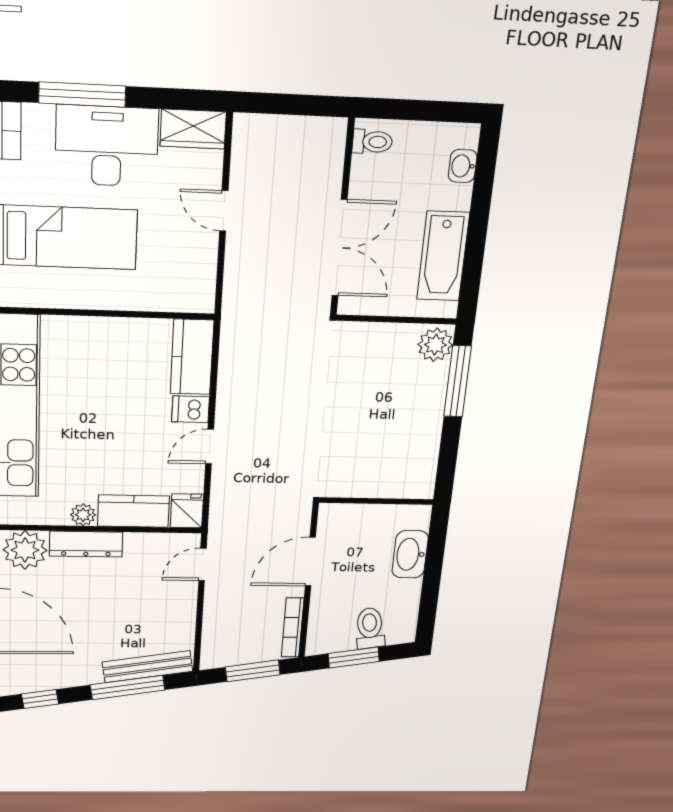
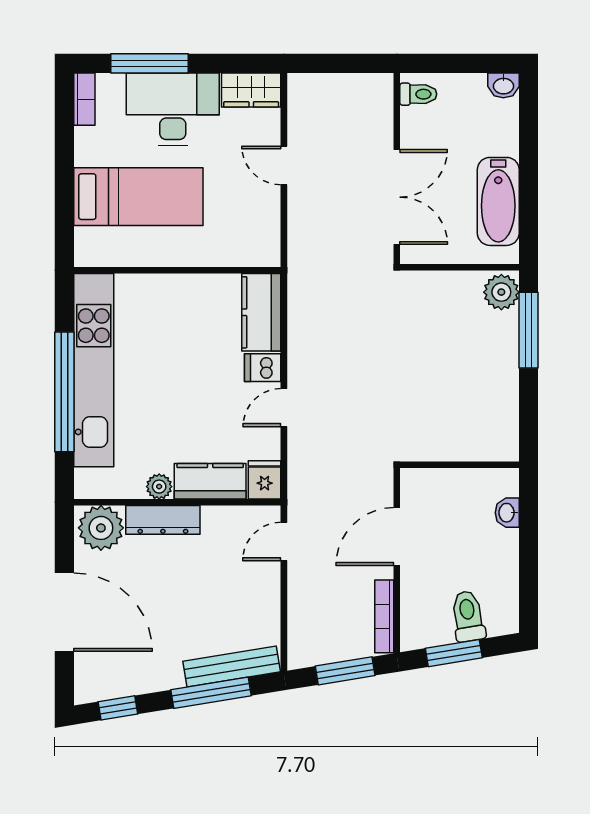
washbasin: (463, 166) -> (503, 85), moved, turned -90
washbasin: (410, 554) -> (507, 513), width x0.52, depth x0.69

